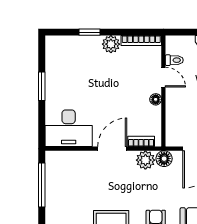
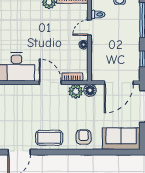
door: (163, 77) -> (89, 28), swing flipped
door: (112, 149) -> (50, 83), hinge flipped

